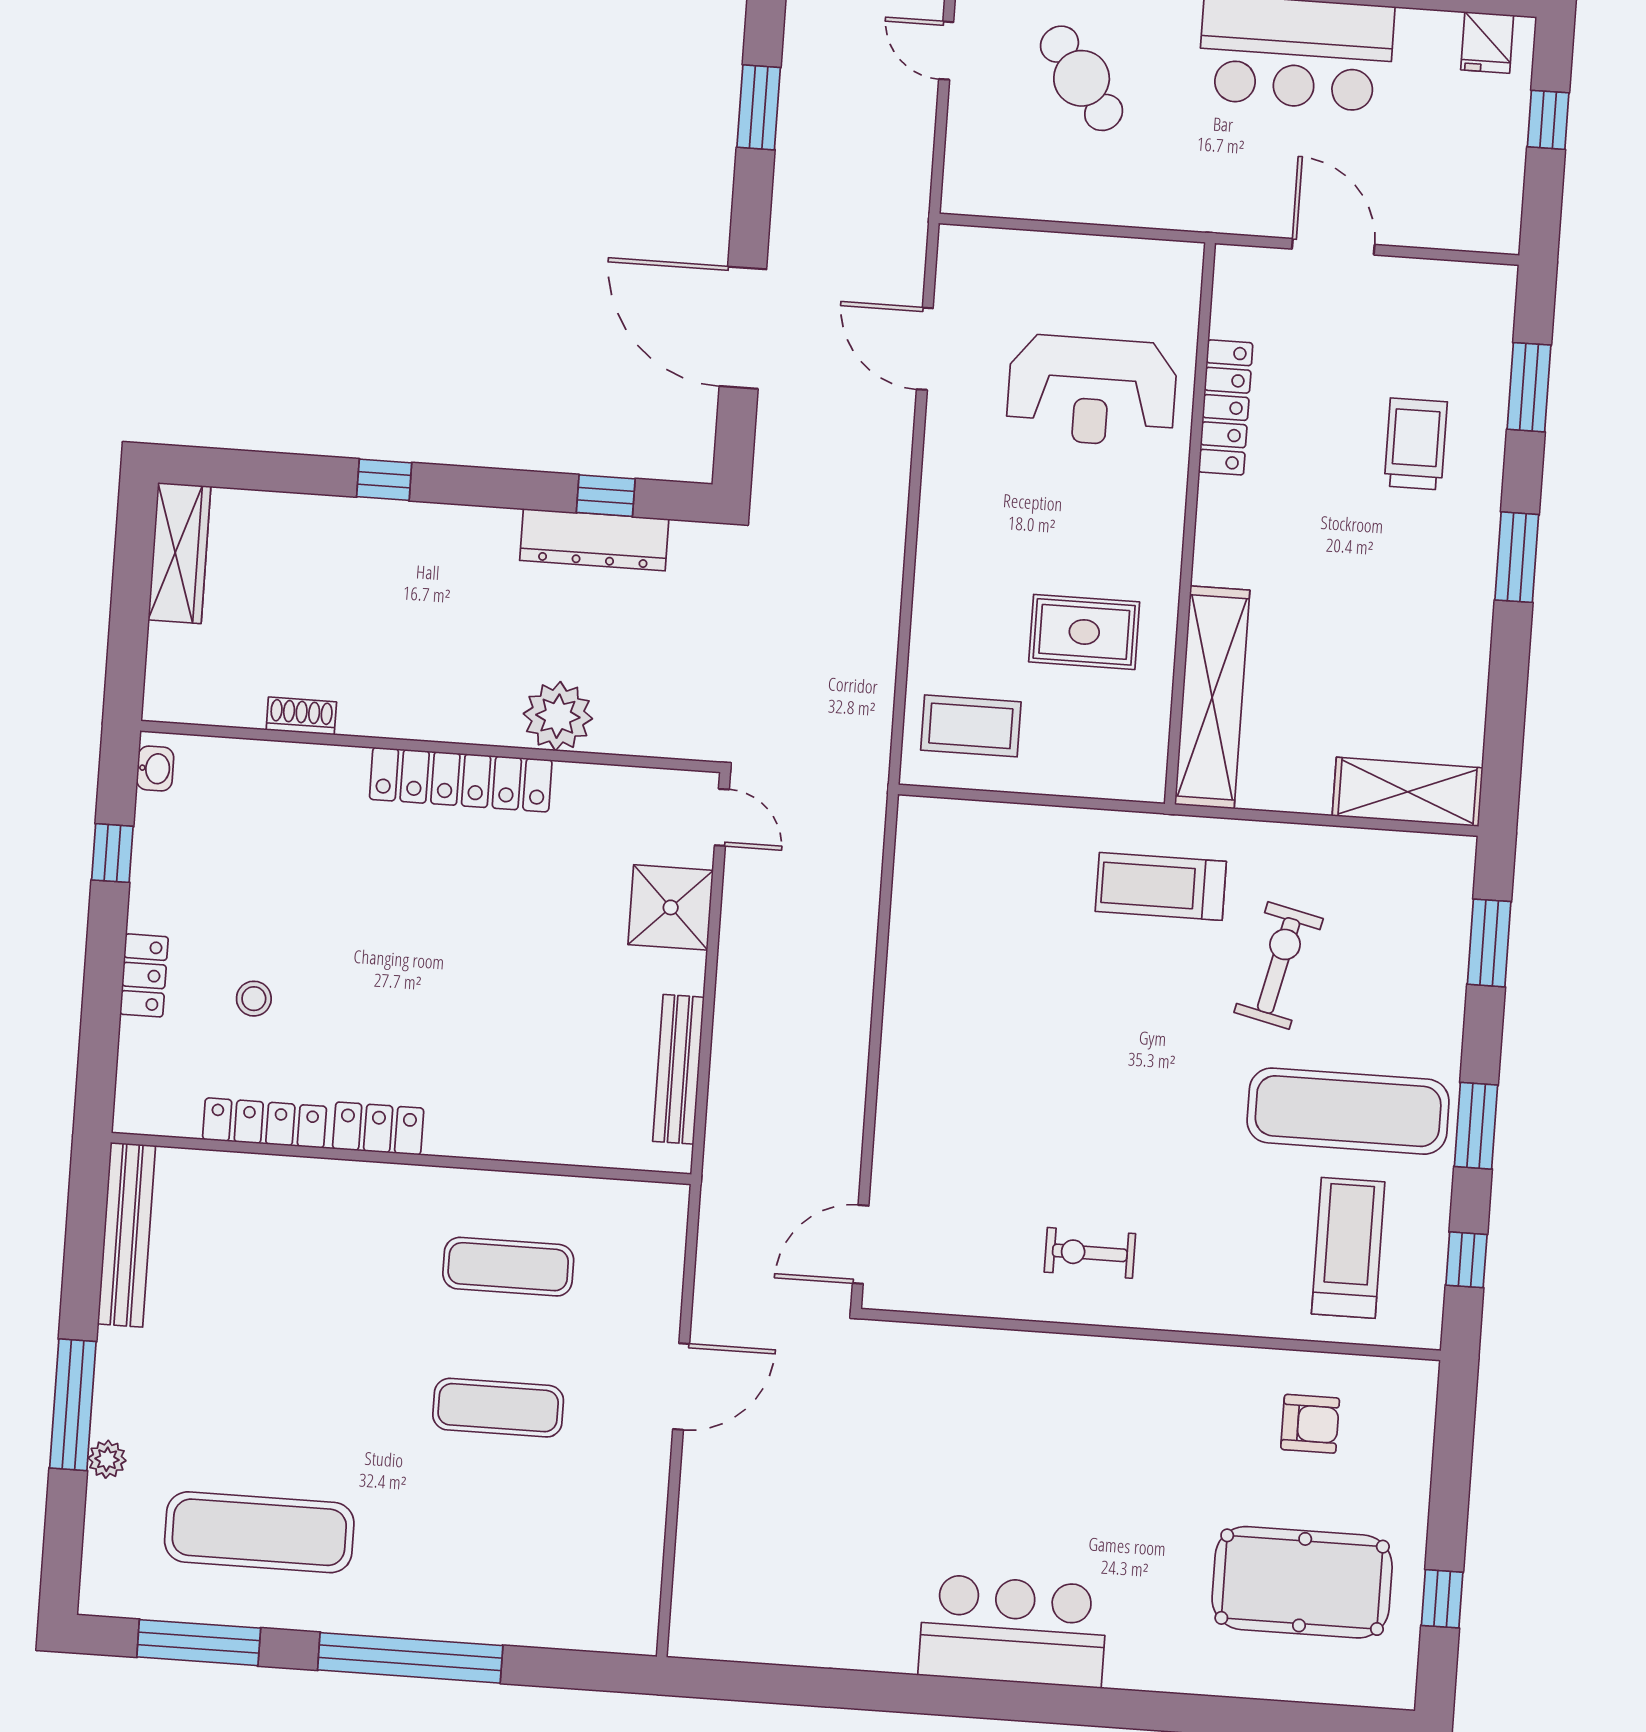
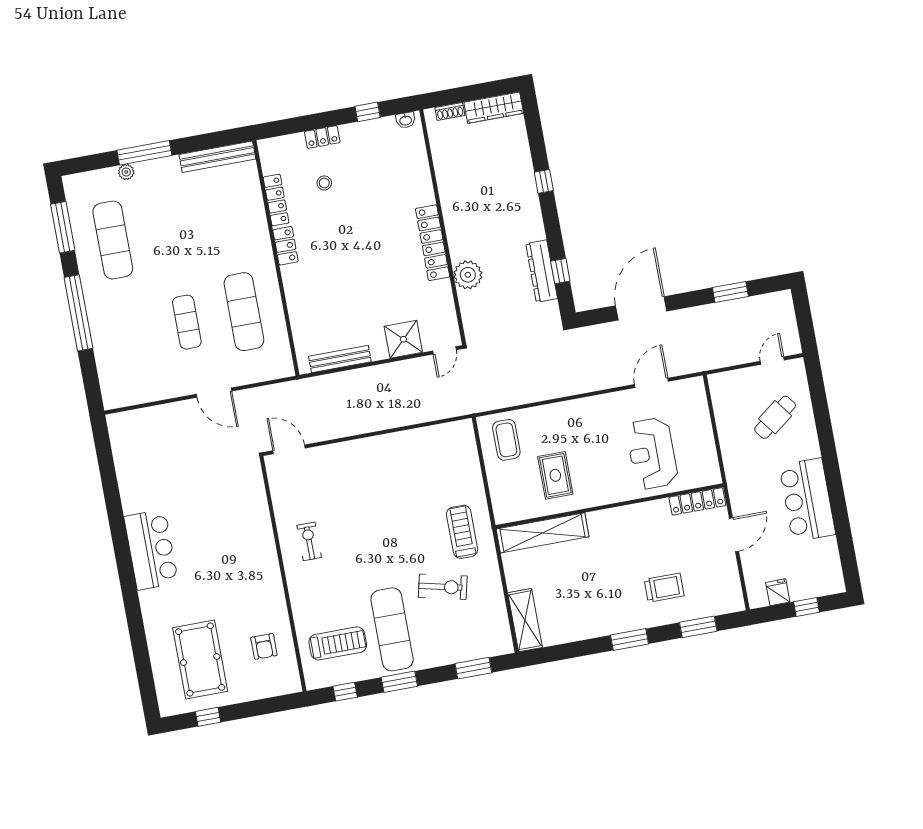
fridge: (1487, 42) -> (778, 592), moved, turned 90
locker: (1226, 407) -> (697, 501), moved
shoe rack: (301, 716) -> (450, 112), moved, turned 90
exercise mat: (508, 1267) -> (244, 312), width x1.36, depth x1.45

